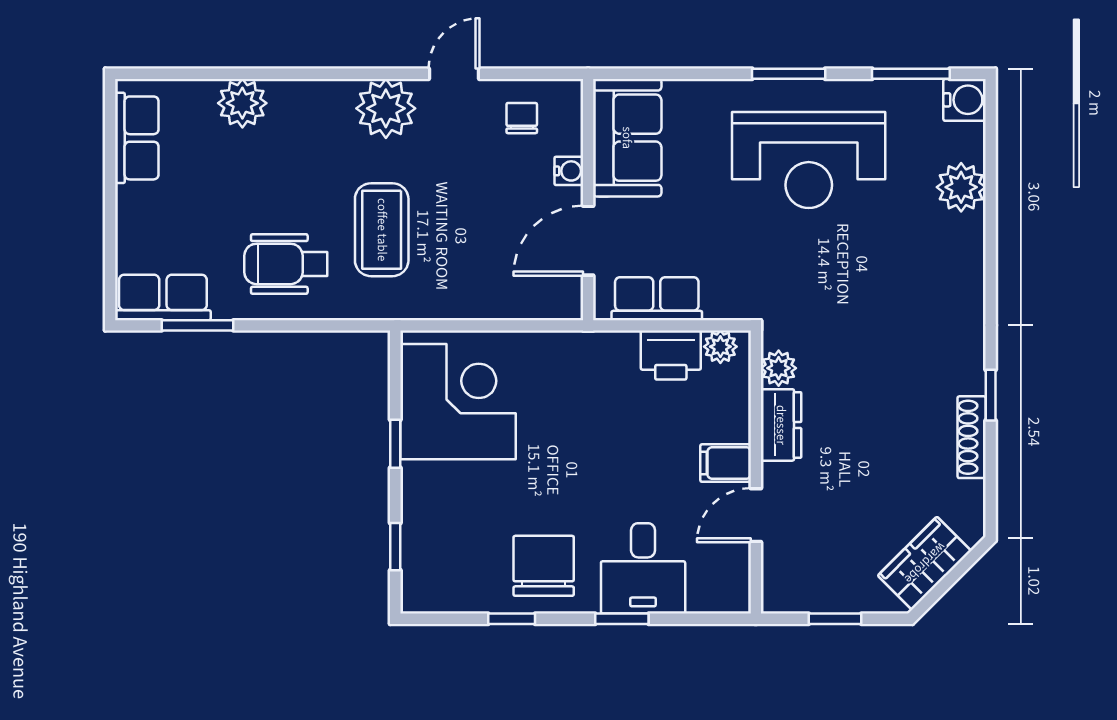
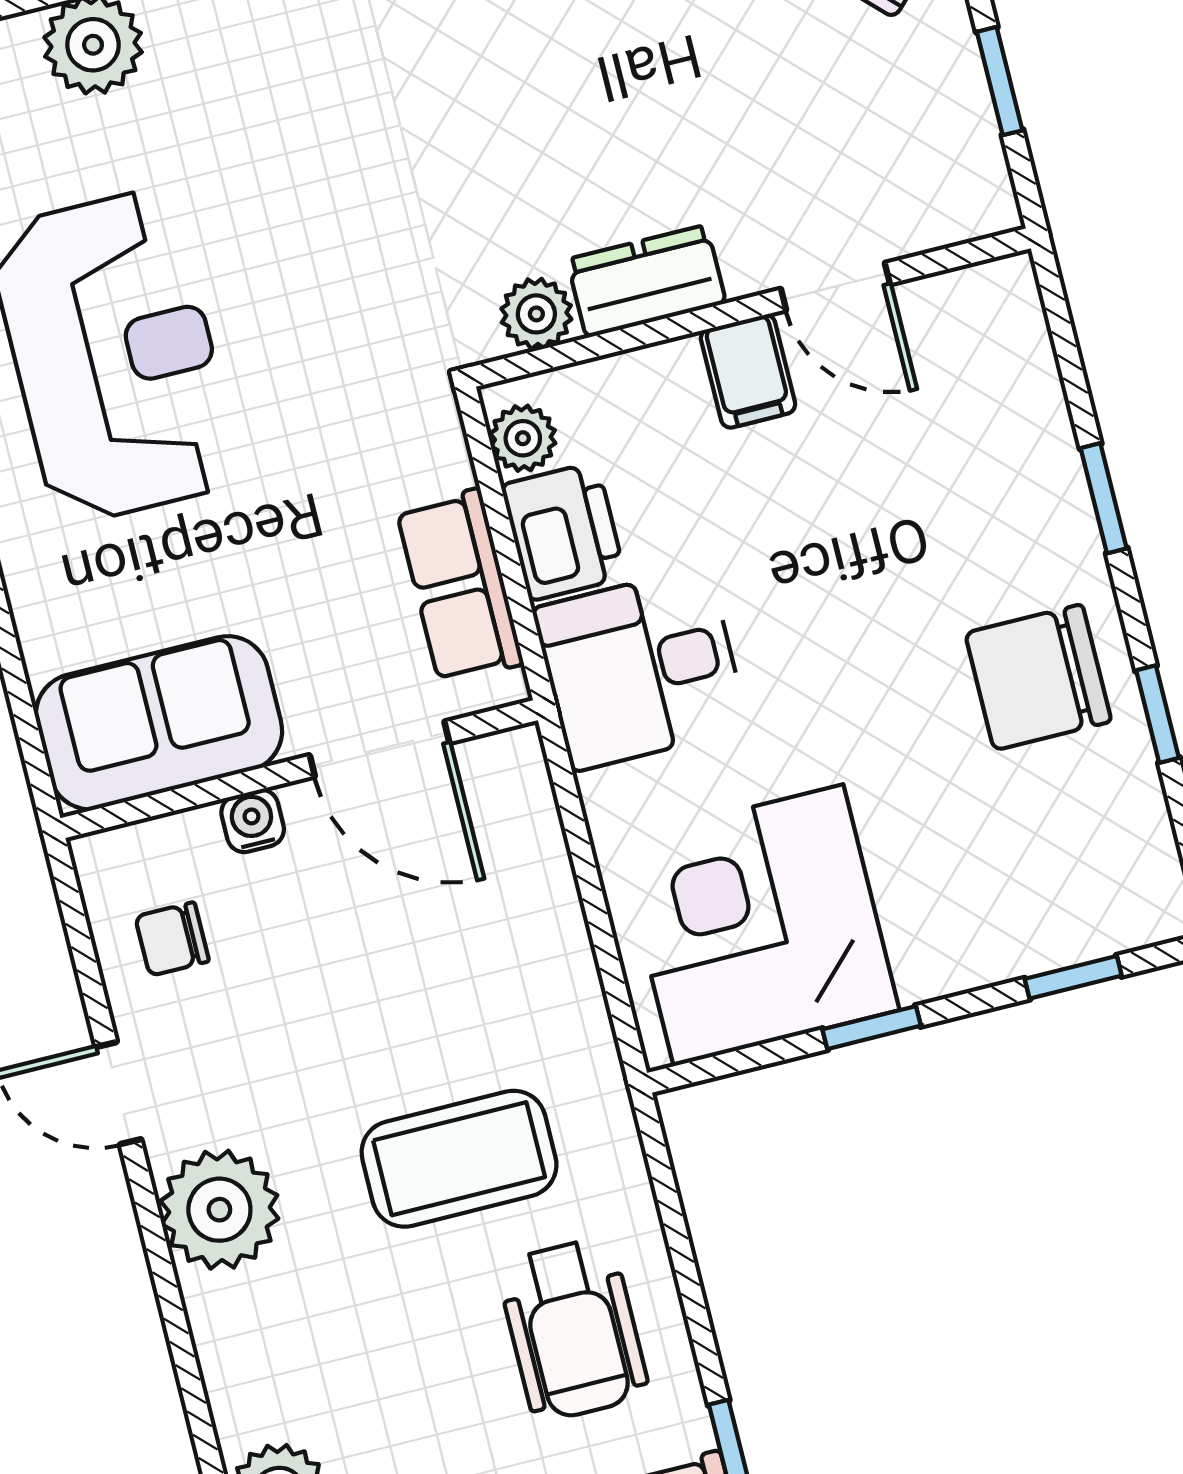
desk: (643, 568) -> (640, 669), moved, turned 180

